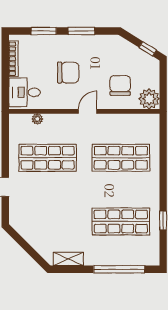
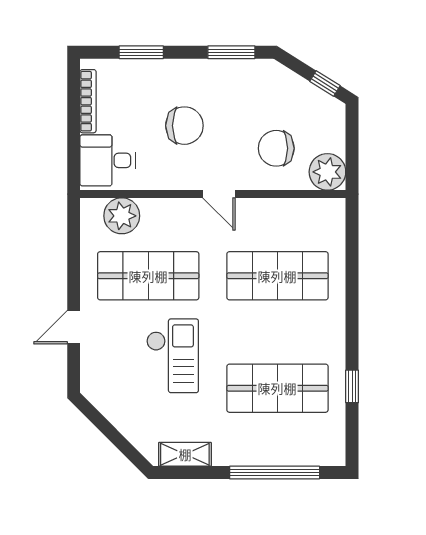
window: (81, 31) -> (231, 52), moved
chair: (120, 85) -> (276, 148), turned -90
door: (88, 111) -> (219, 194), swing flipped
plant: (37, 119) -> (122, 216), width x1.88, depth x1.88
checkout: (61, 203) -> (173, 356), added

